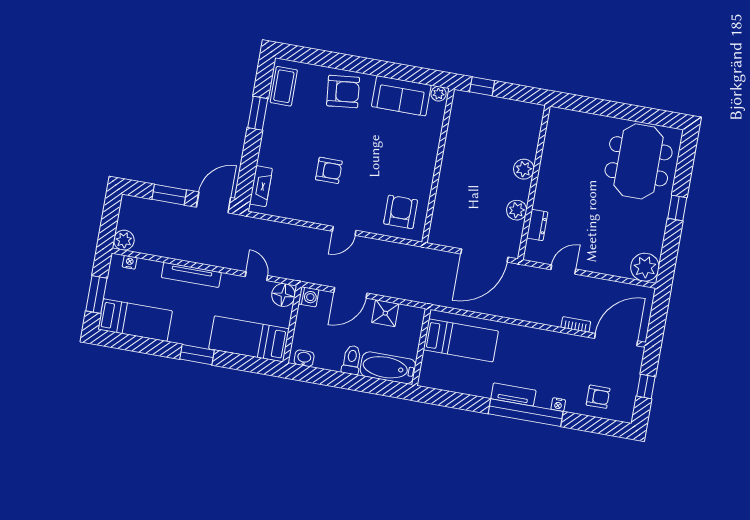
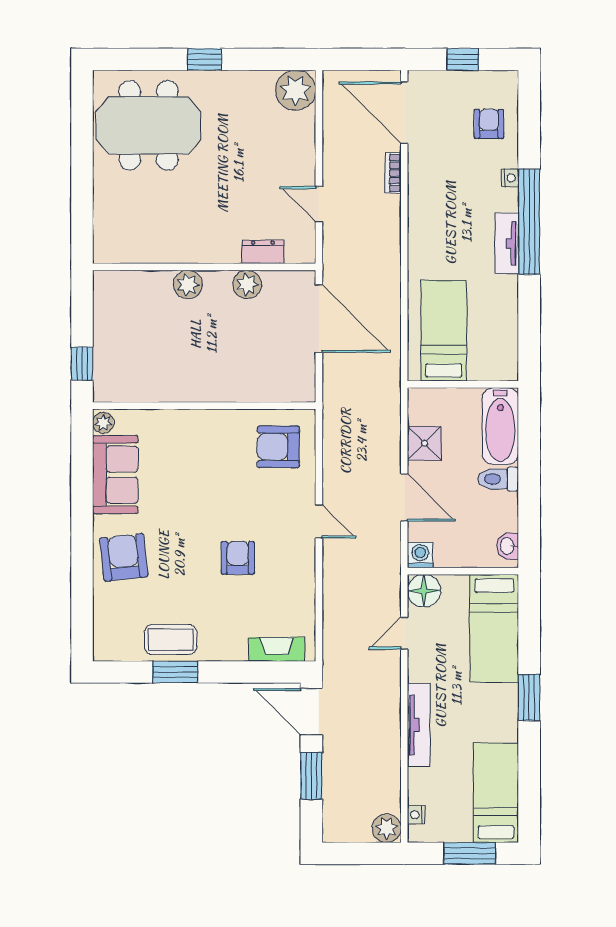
coffee table: (284, 86) -> (171, 640), moved

